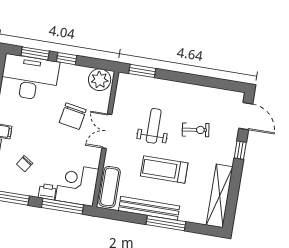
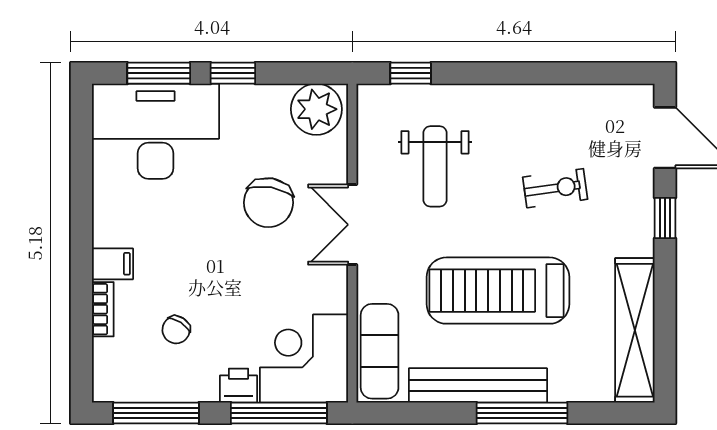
window: (142, 71) -> (411, 73), width x0.67
weight bench: (154, 126) -> (435, 166), moved, turned 180
treadmill: (164, 169) -> (498, 291), width x1.37, depth x1.38

